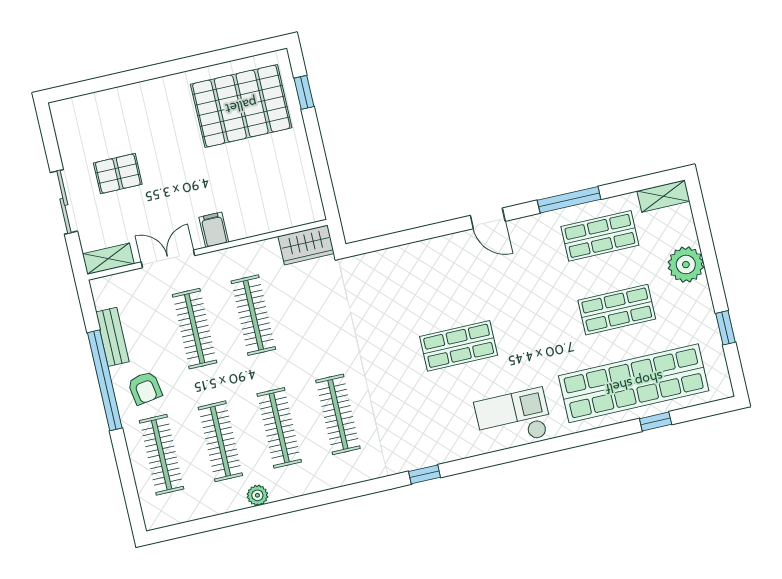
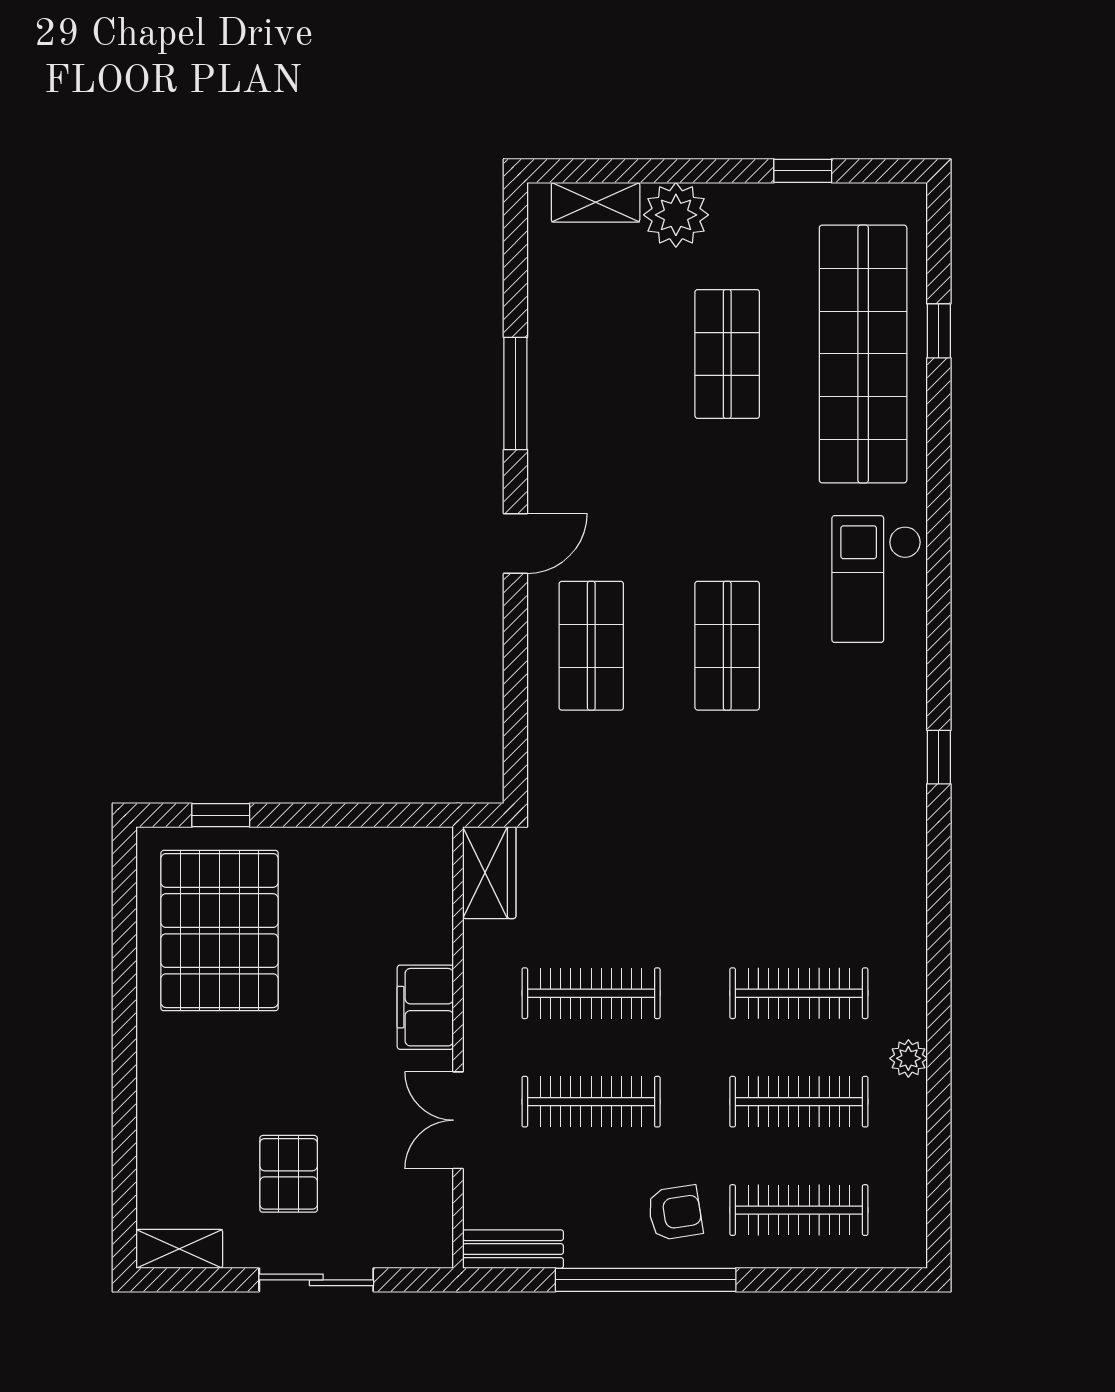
shelving: (663, 196) -> (596, 202), moved, turned 90
filing cabinet: (214, 230) -> (425, 1007), width x2.00
shop shelf: (600, 236) -> (591, 646), moved
shelving: (108, 259) -> (179, 1249), moved, turned 90
bench: (112, 337) -> (513, 1249), moved
clothes rail: (338, 414) -> (799, 885), removed

